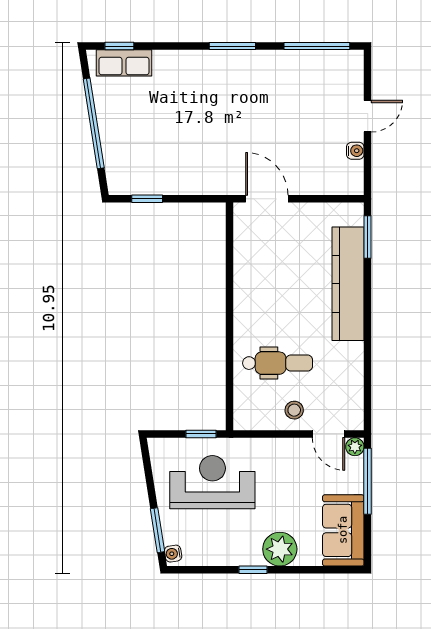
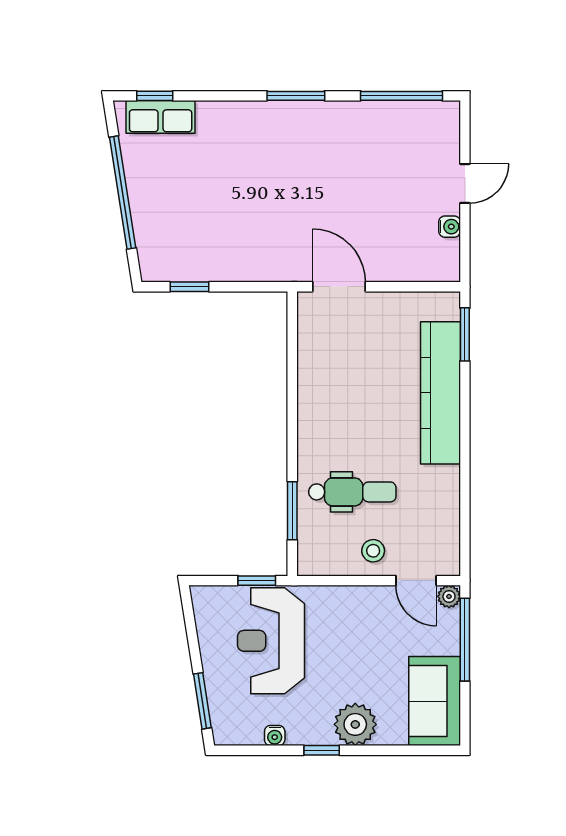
window: (229, 378) -> (292, 511), added
reception desk: (212, 482) -> (271, 641), turned -90
water cooler: (173, 554) -> (275, 736), moved, turned -81

